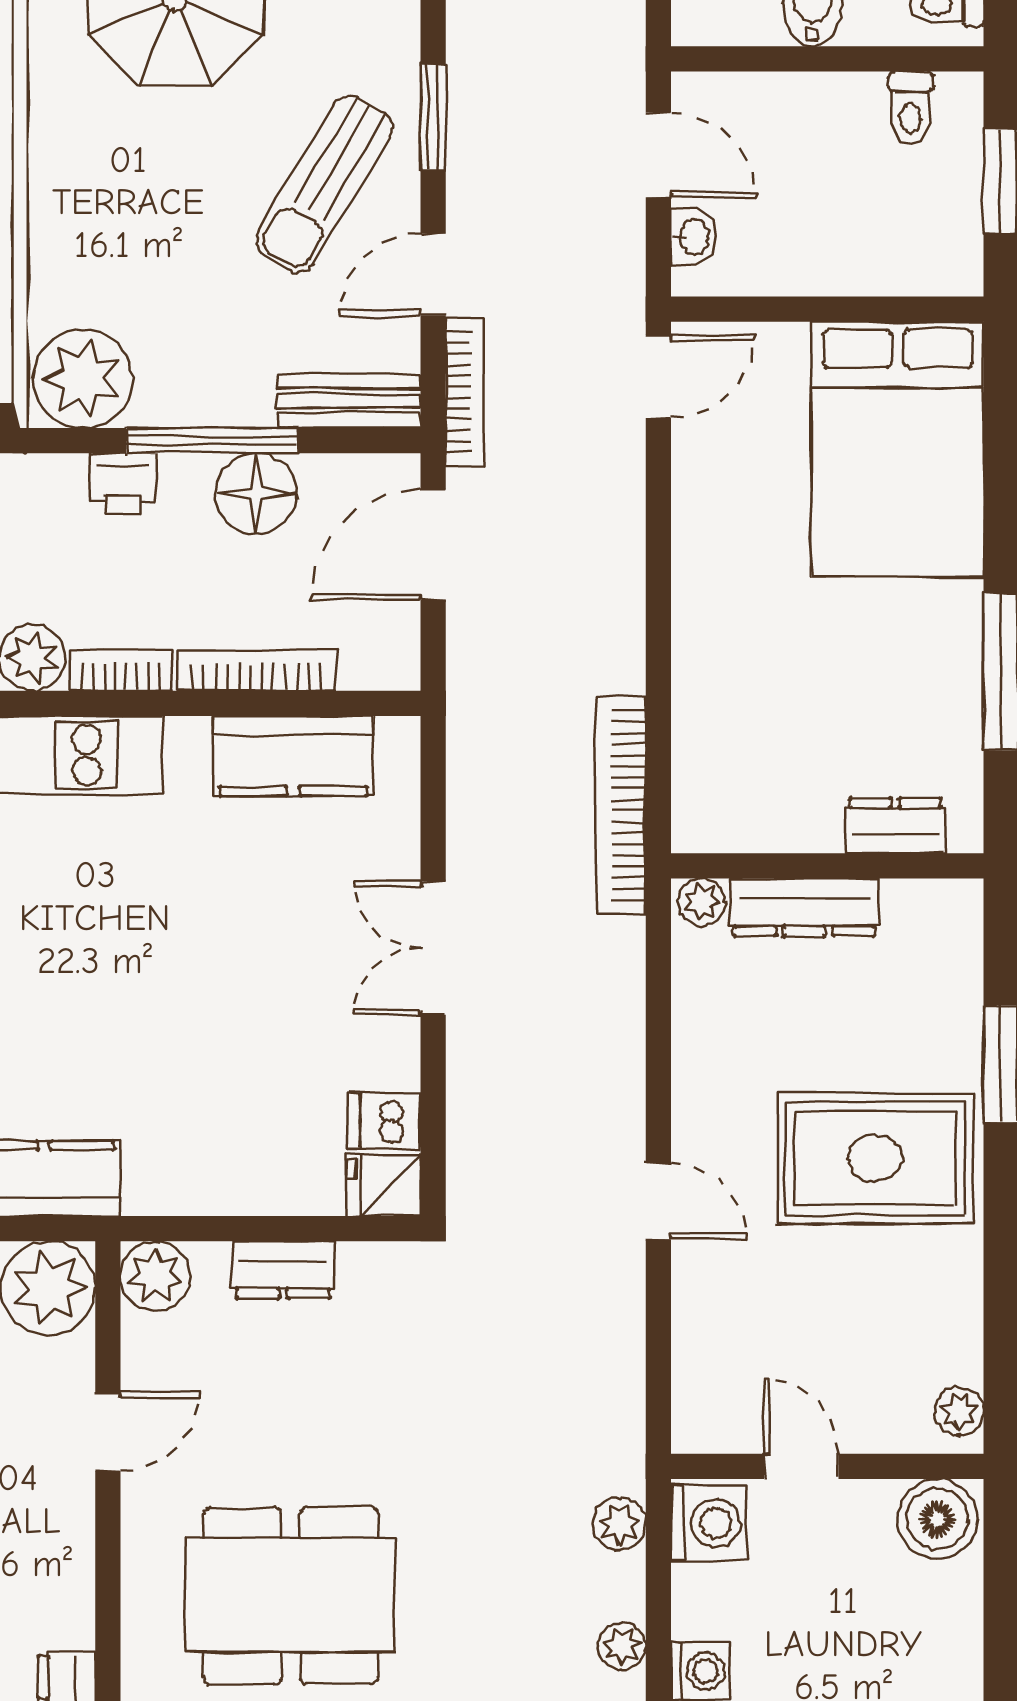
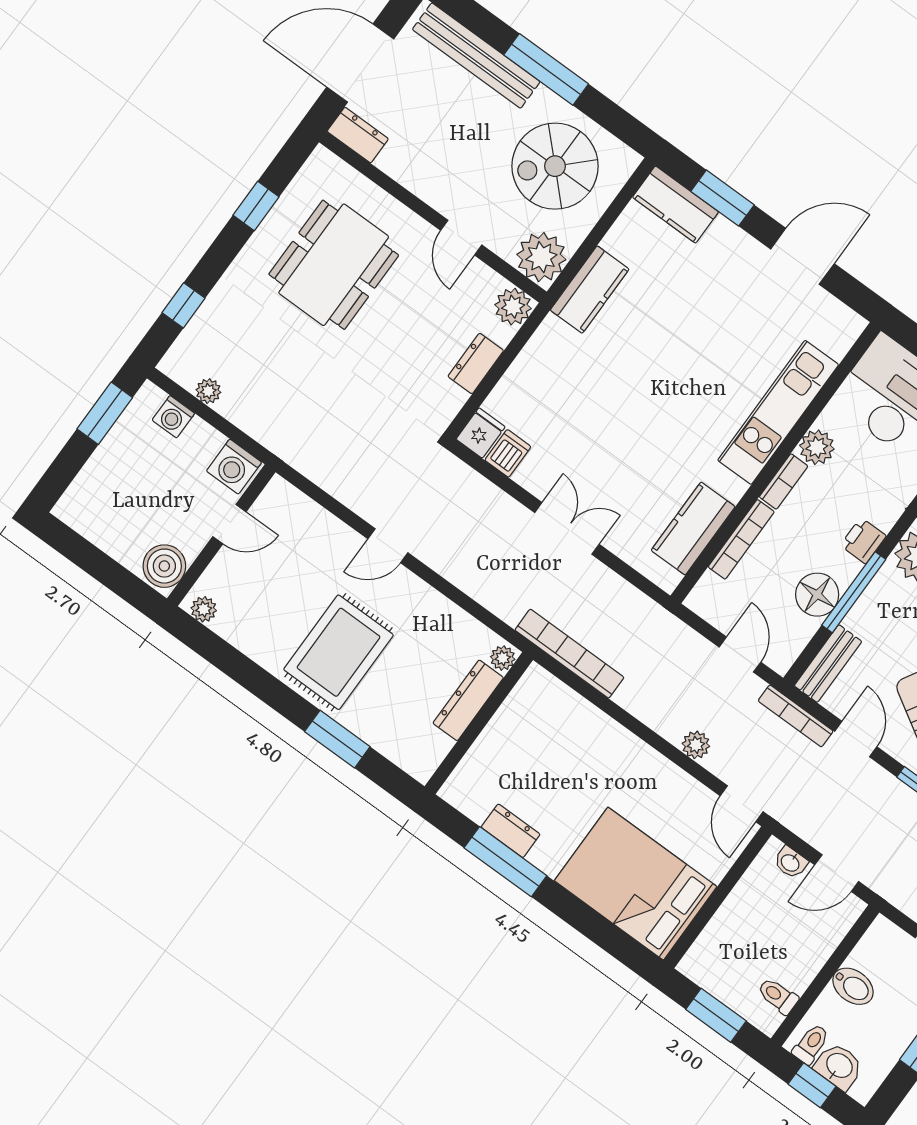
door: (433, 545) -> (740, 655), width x0.73
dresser: (895, 826) -> (511, 831), moved, turned -90
plant: (619, 1524) -> (696, 745), moved

